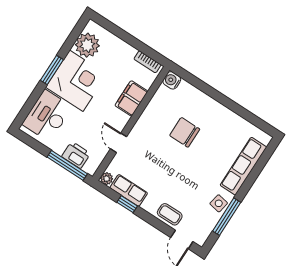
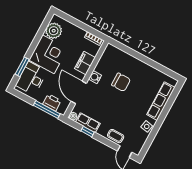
window: (52, 70) -> (22, 67), moved
water cooler: (172, 80) -> (95, 77), moved
chair: (185, 132) -> (121, 82), turned 180
door: (119, 143) -> (79, 92), width x1.87
window: (227, 217) -> (153, 135), removed

